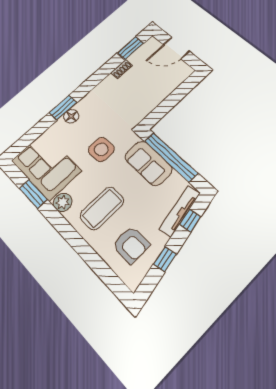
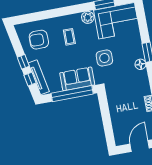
floor lamp: (71, 116) -> (140, 64), moved
coffee table: (102, 208) -> (69, 37), width x0.54, depth x0.58
window: (165, 259) -> (23, 62), moved

